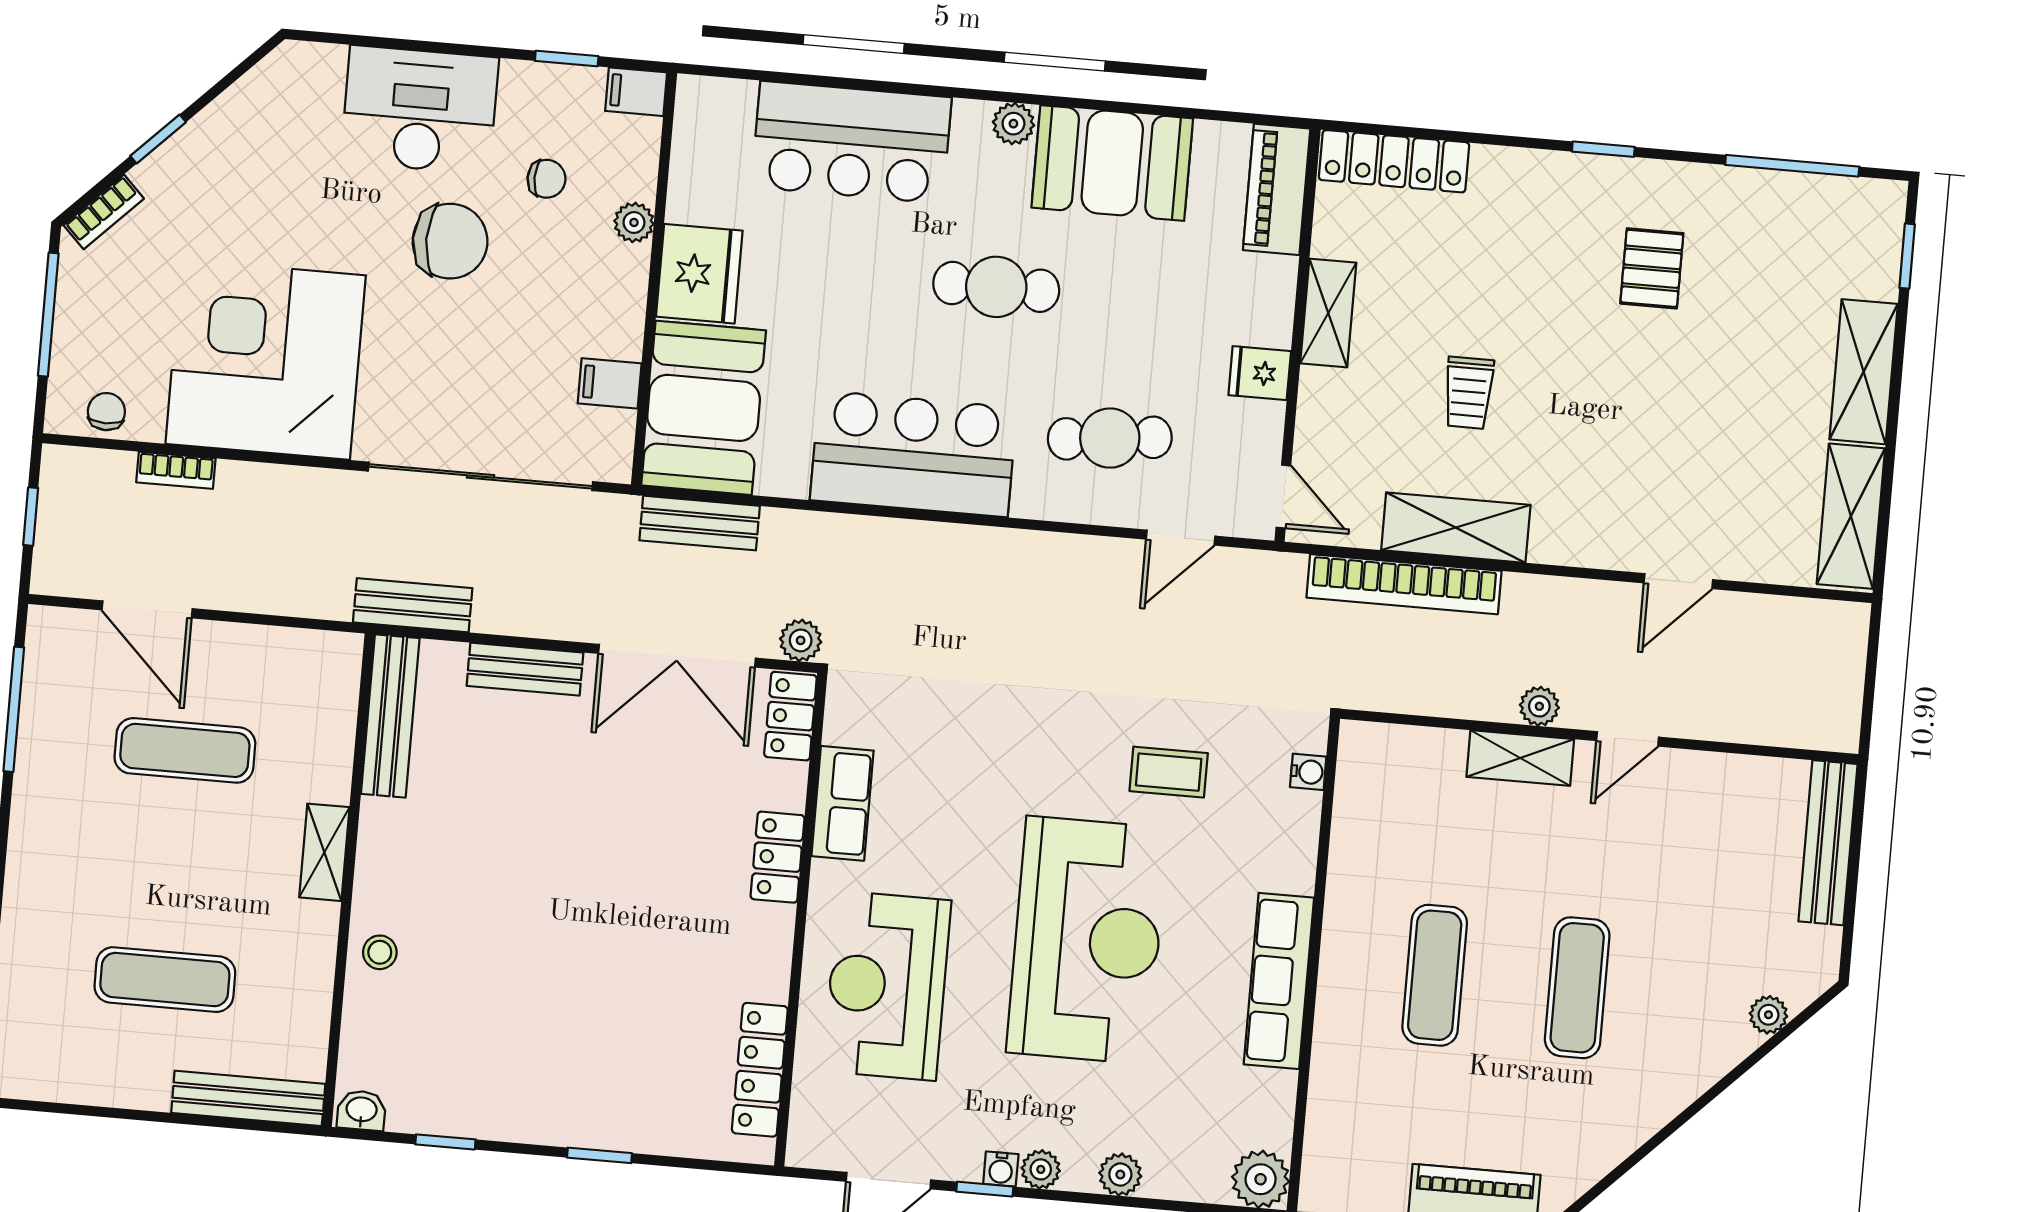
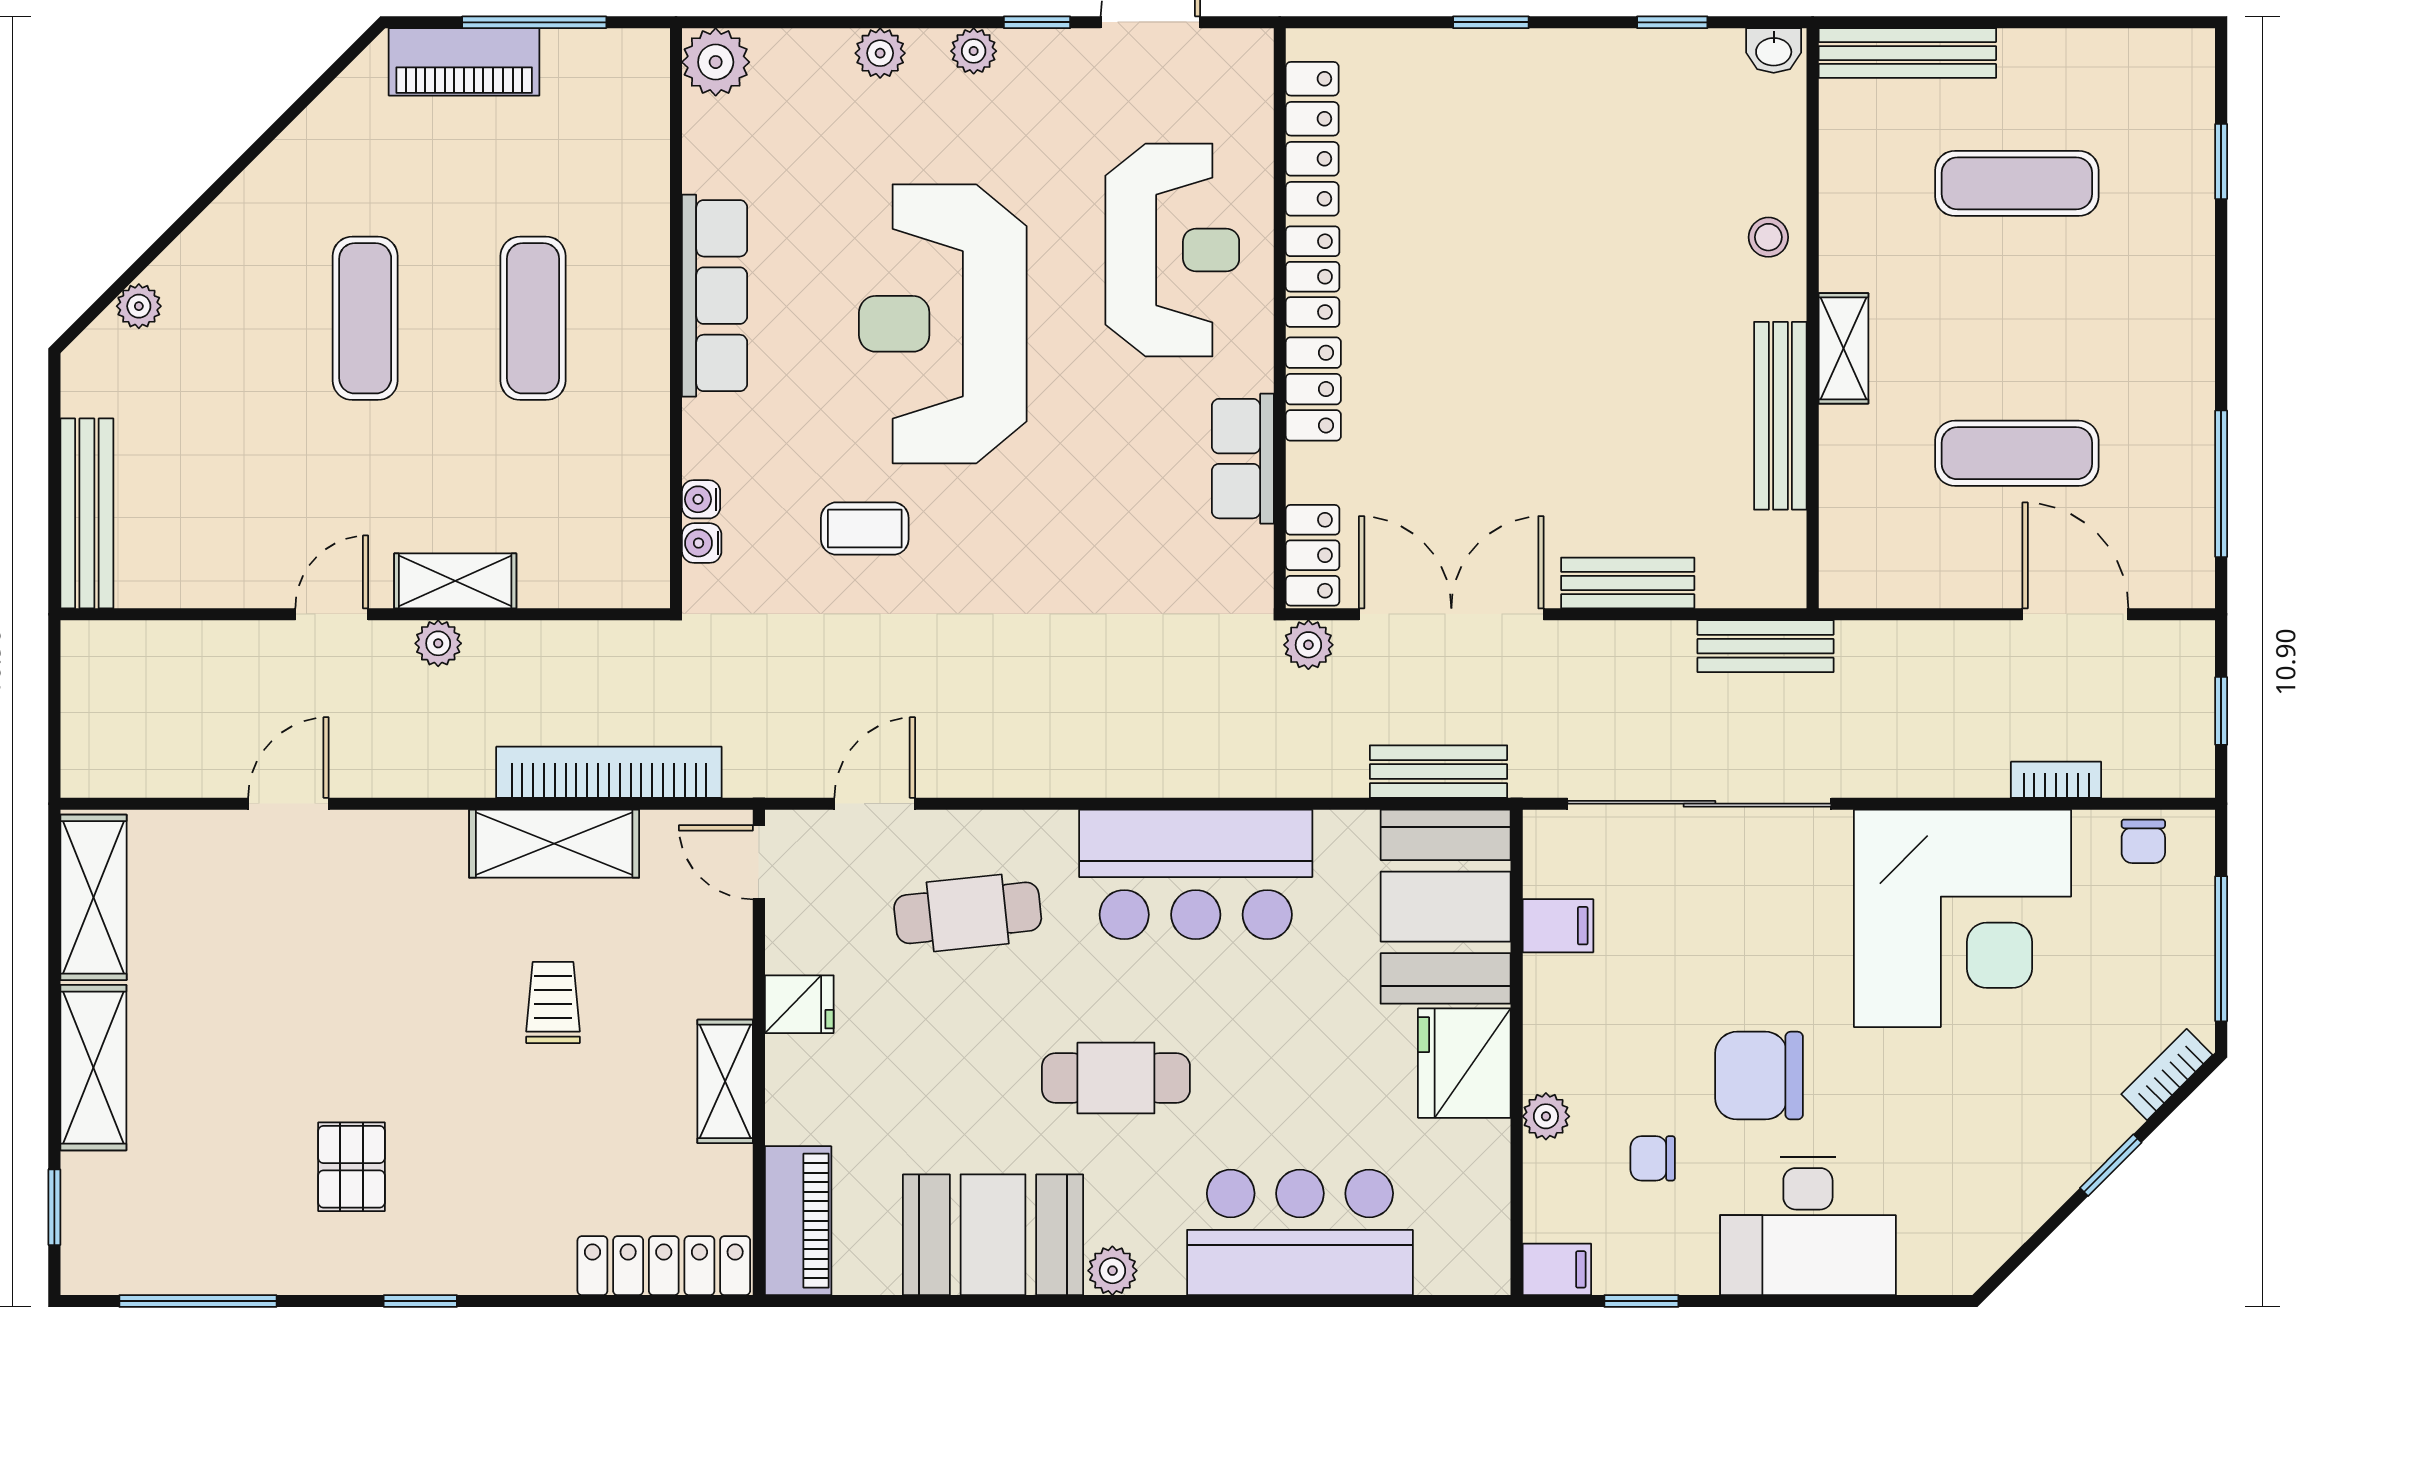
bench: (390, 716) -> (1780, 416), moved
locker: (770, 953) -> (1313, 277), added
water cooler: (1001, 1169) -> (701, 499), moved, turned -90

